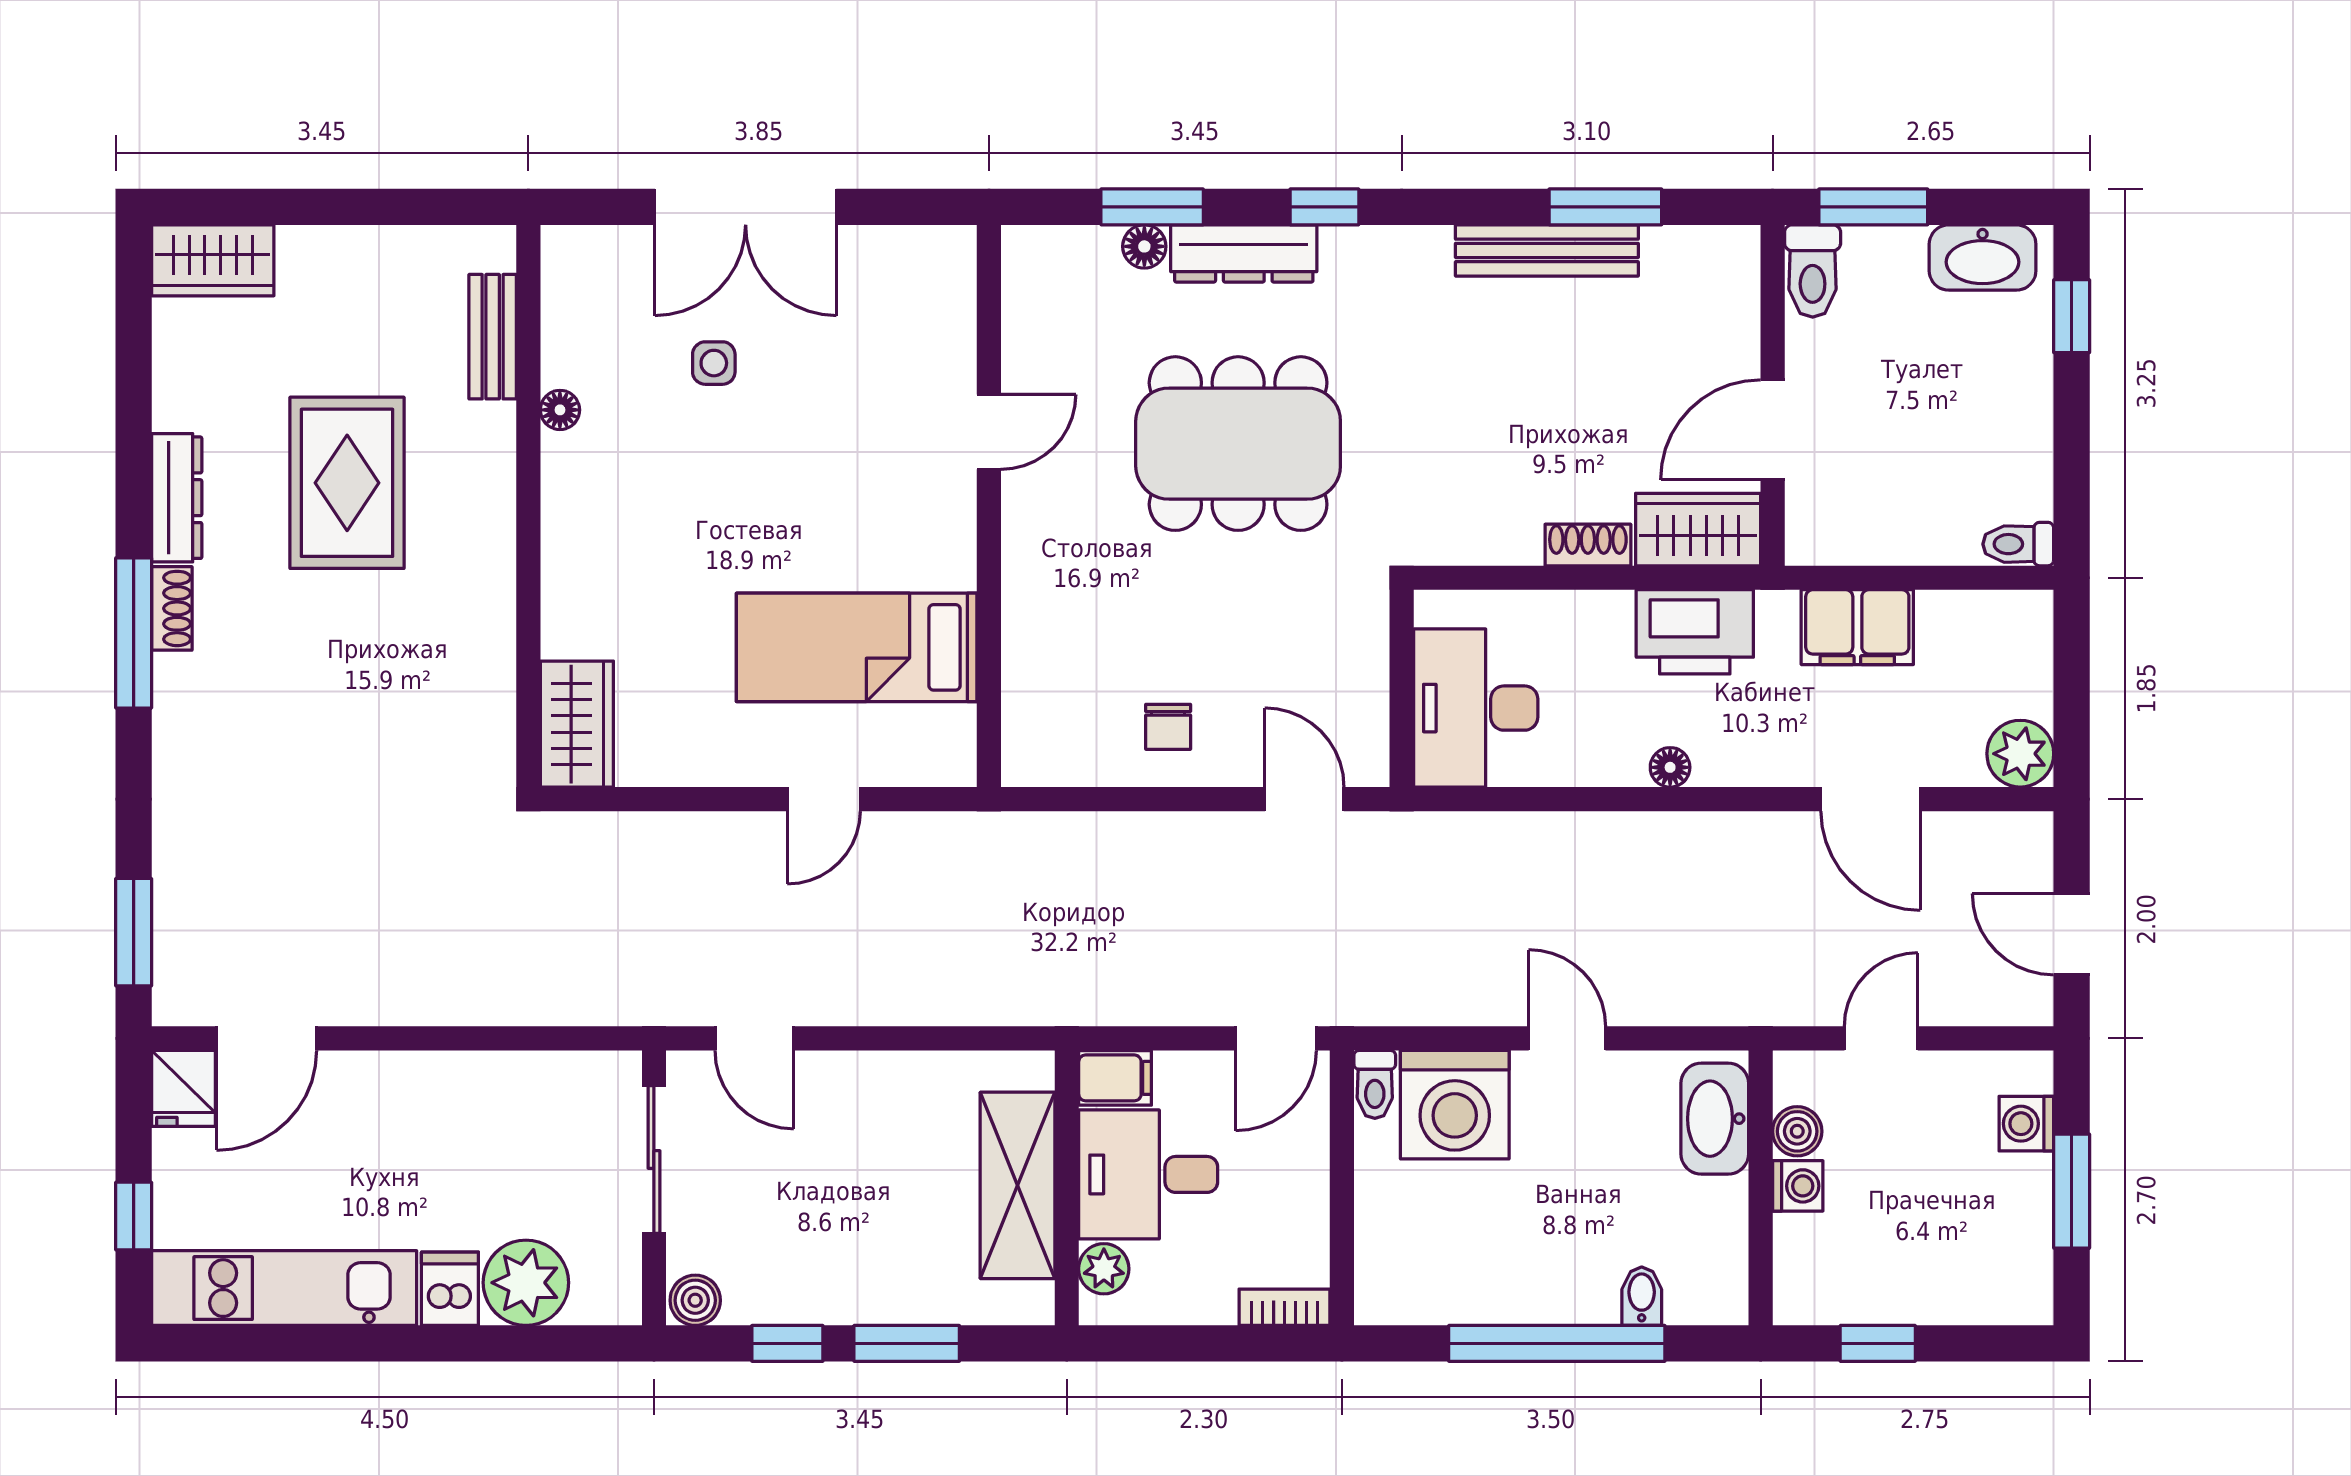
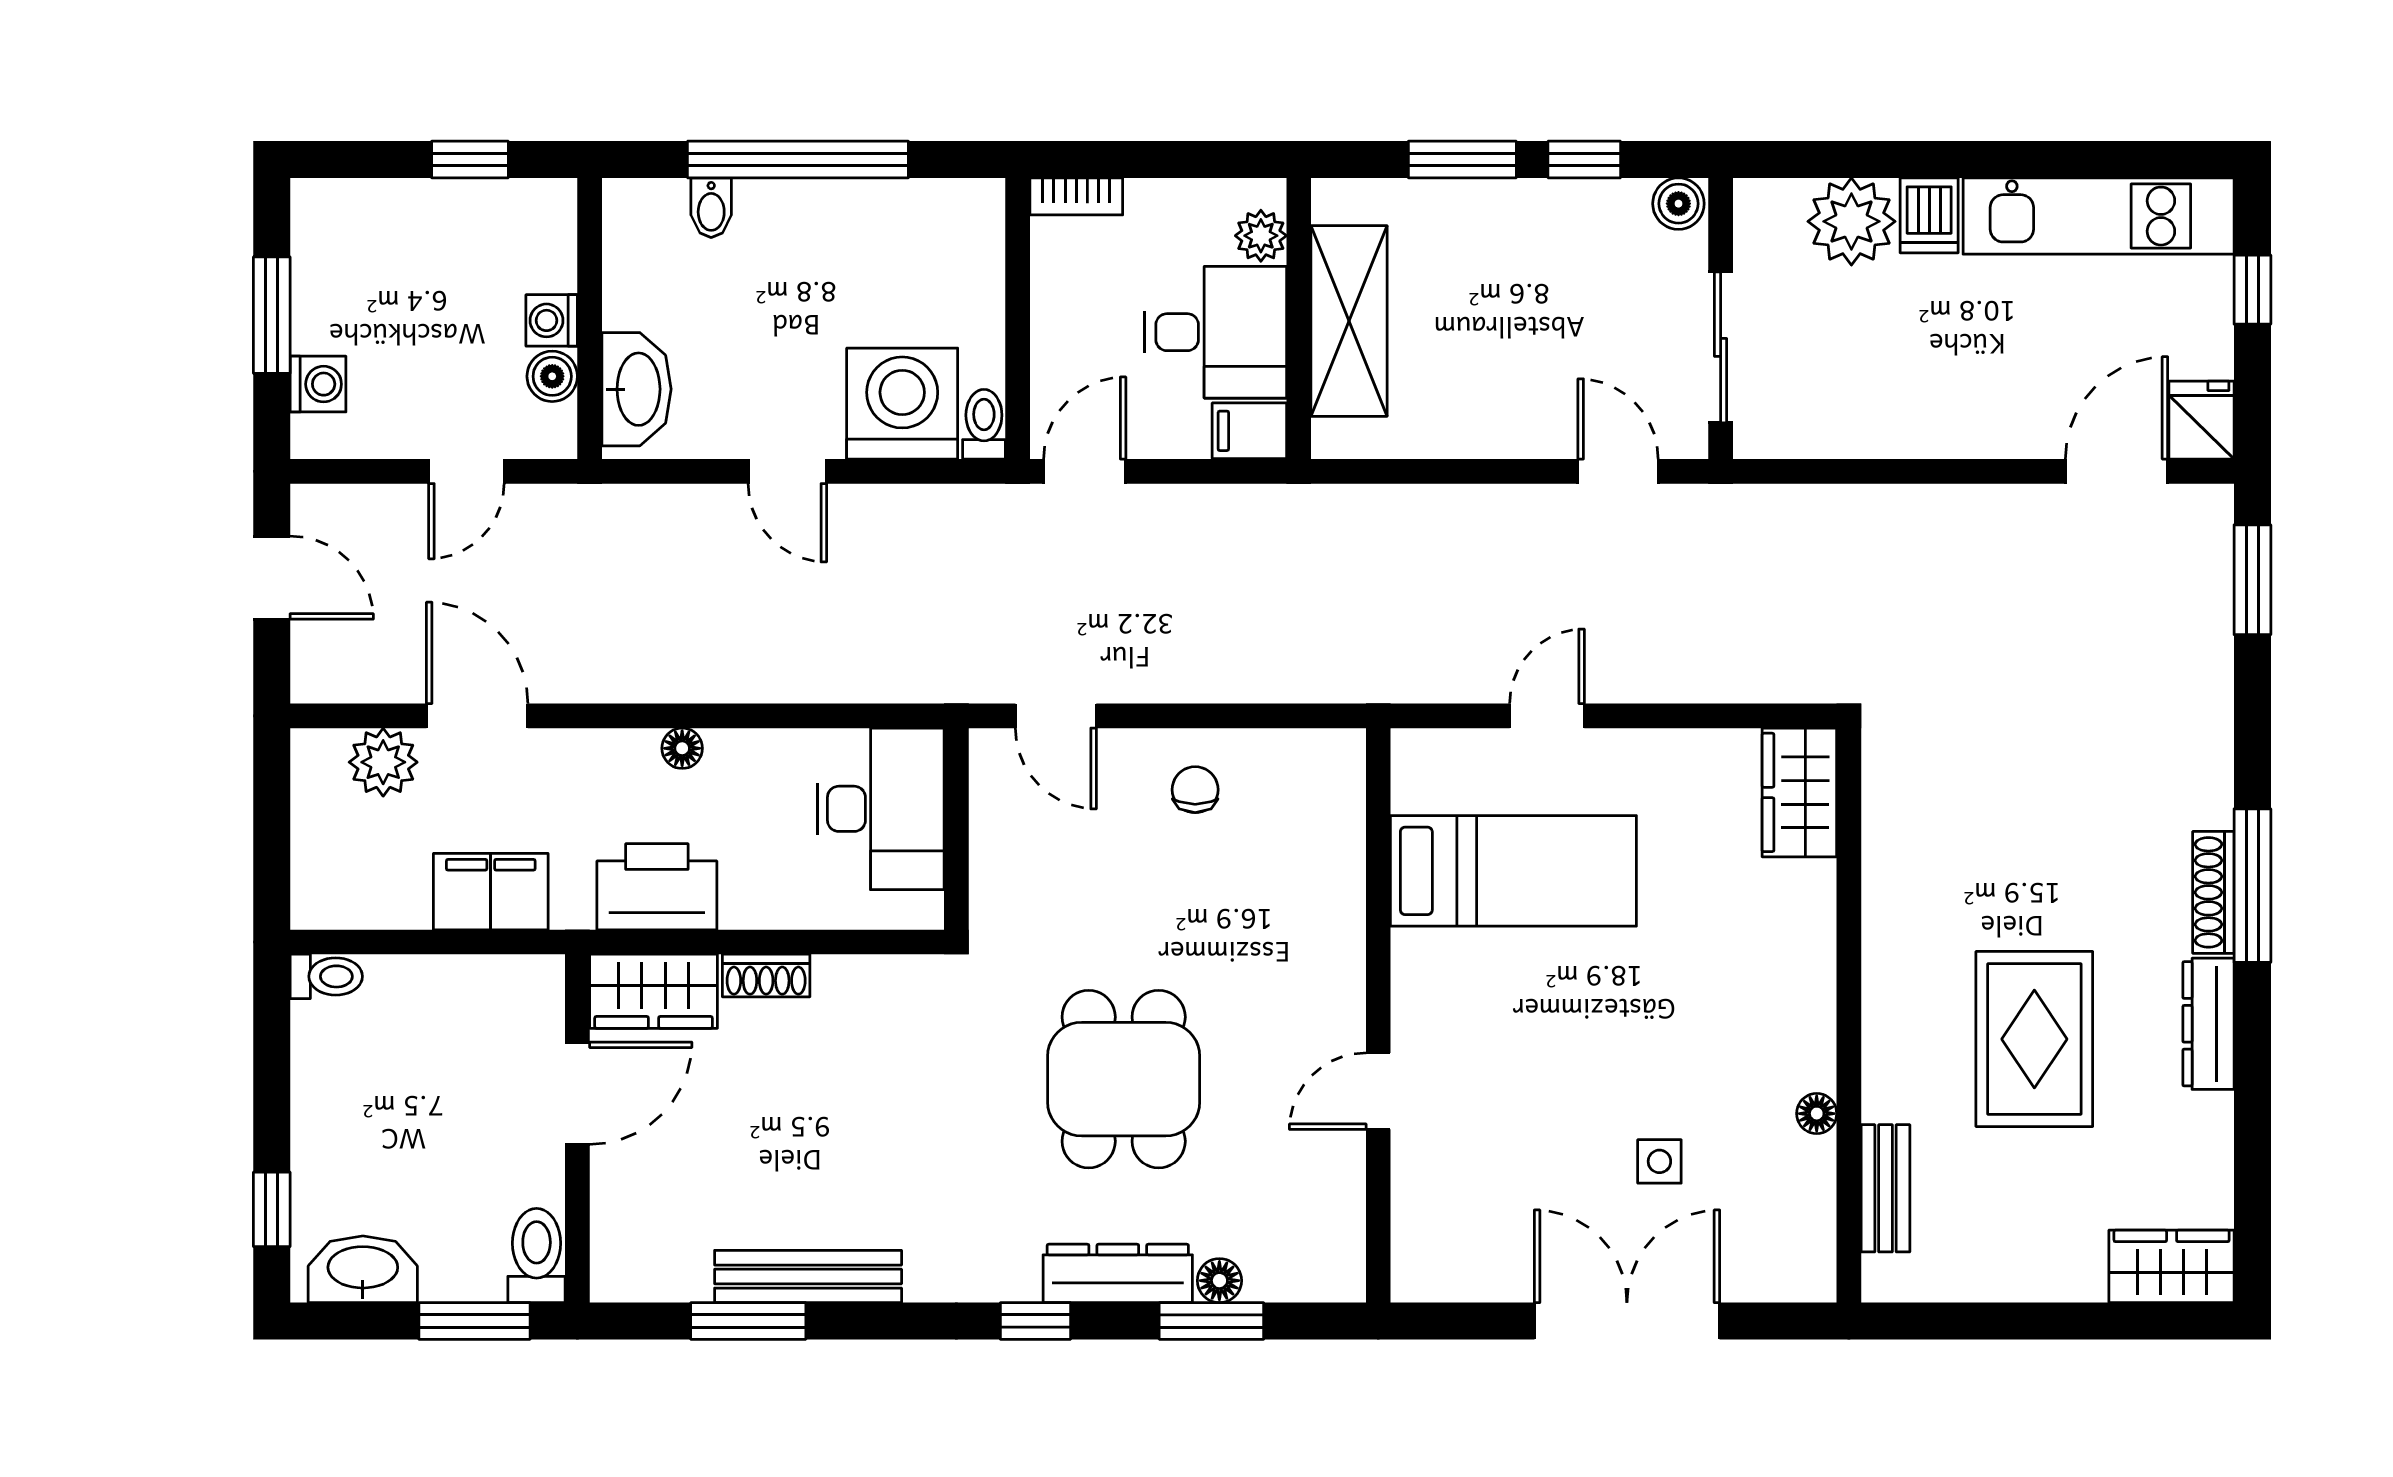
dining table: (1238, 444) -> (1124, 1079), width x0.73
shoe rack: (172, 608) -> (2213, 892), width x1.43
plant: (2020, 754) -> (383, 762), moved

